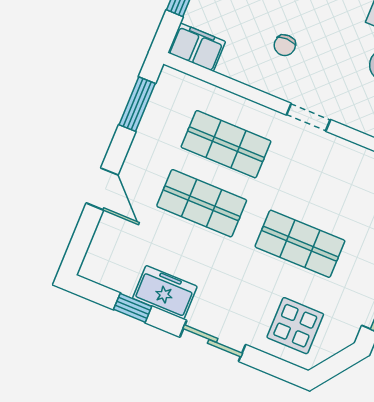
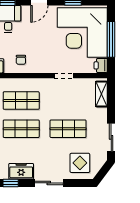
chair: (285, 45) -> (21, 60), moved
doorway: (308, 117) -> (64, 76), moved

